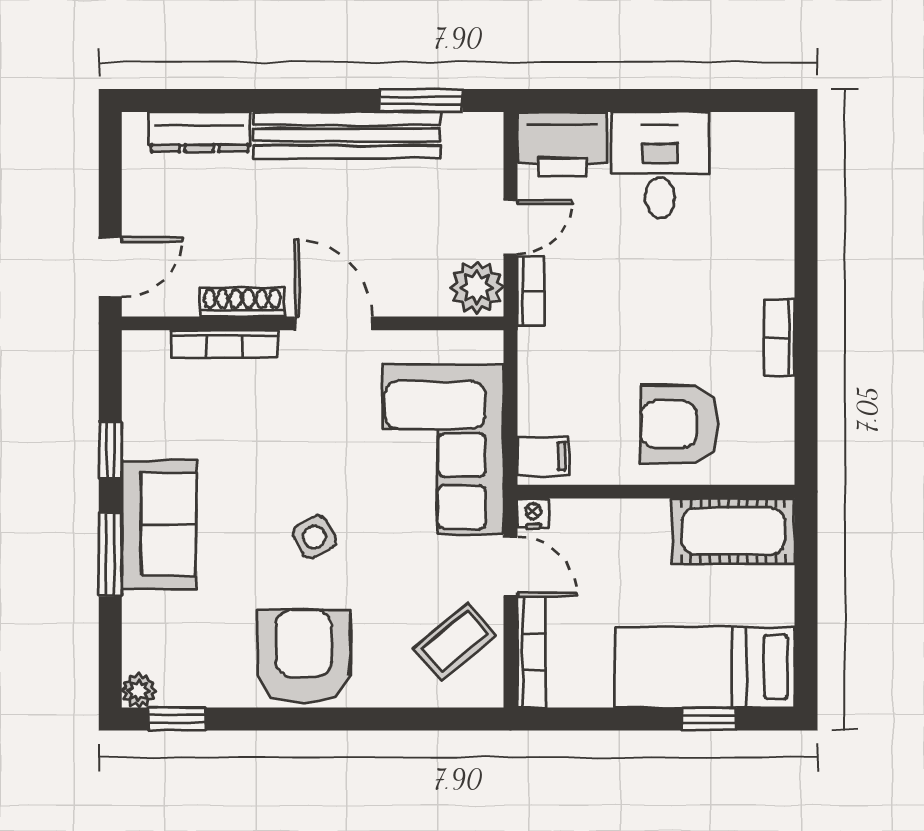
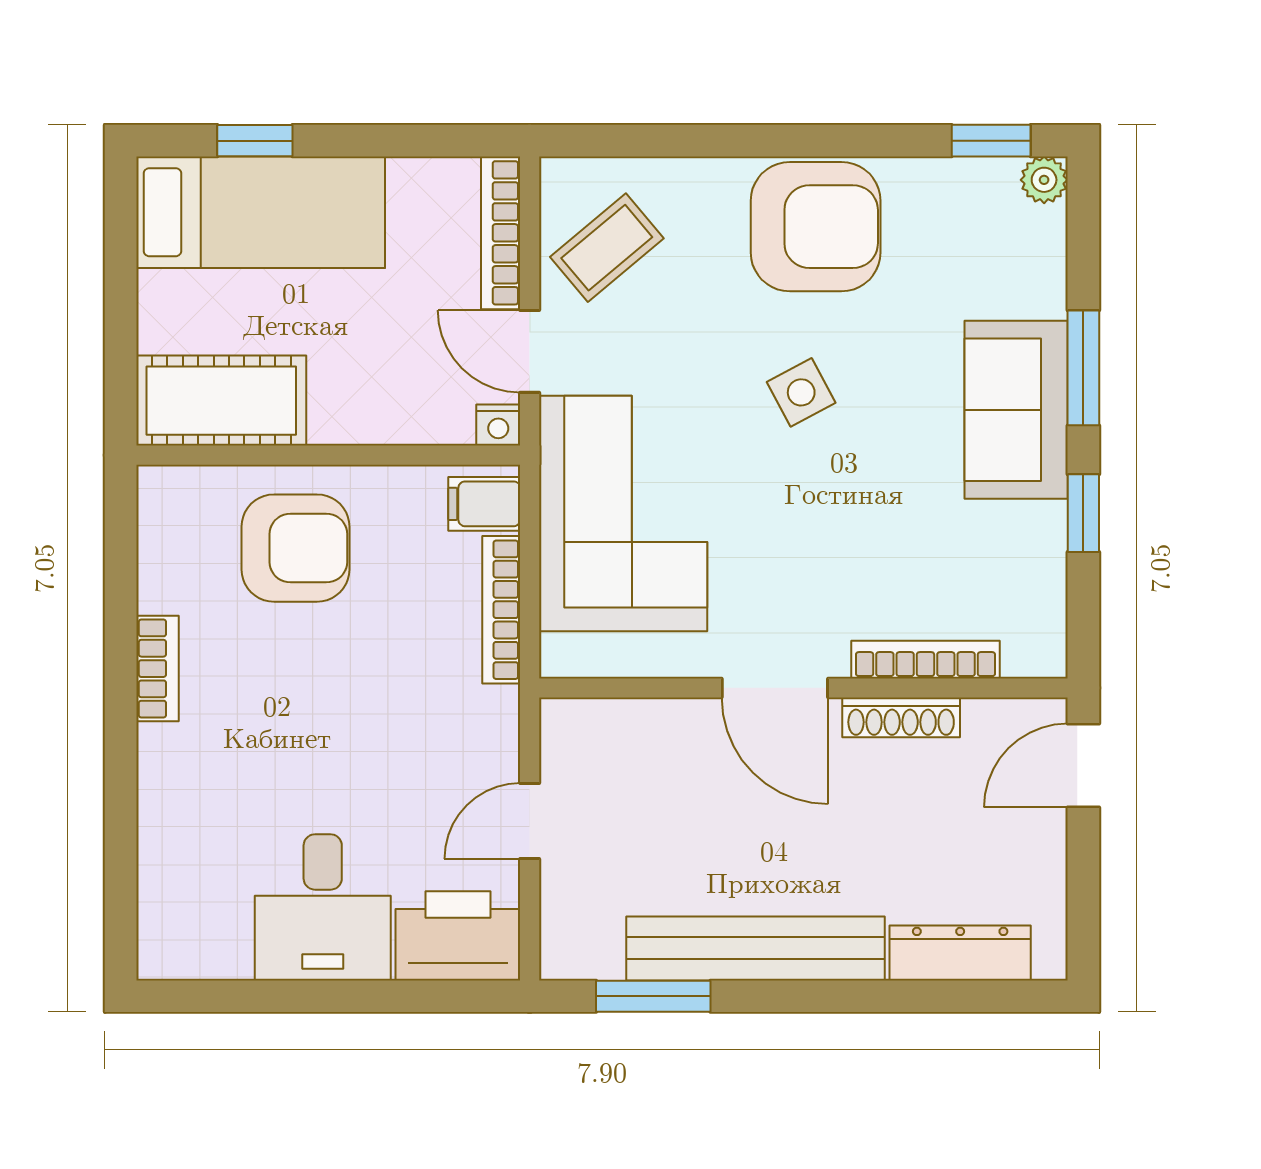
plant: (477, 287) -> (576, 738), removed
bookcase: (531, 291) -> (501, 610), moved, width x1.56
armchair: (304, 657) -> (816, 227), turned -90

